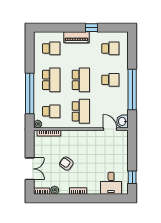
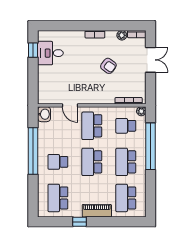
school desk: (51, 48) -> (126, 198), width x1.85
school desk: (110, 48) -> (58, 198), width x1.85
door: (110, 129) -> (70, 105), moved
double door: (30, 169) -> (151, 60), swing flipped
desk: (111, 183) -> (50, 53), moved, turned -90

